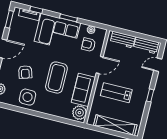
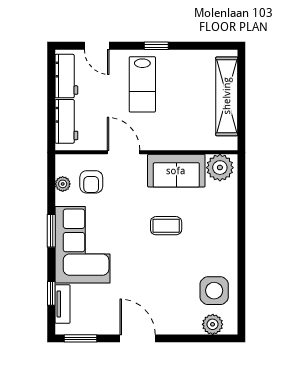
armchair: (25, 72) -> (170, 285), removed
coffee table: (56, 78) -> (166, 226), width x0.54, depth x0.58
lab bench: (116, 93) -> (142, 84), moved
side table: (27, 97) -> (214, 291), moved

